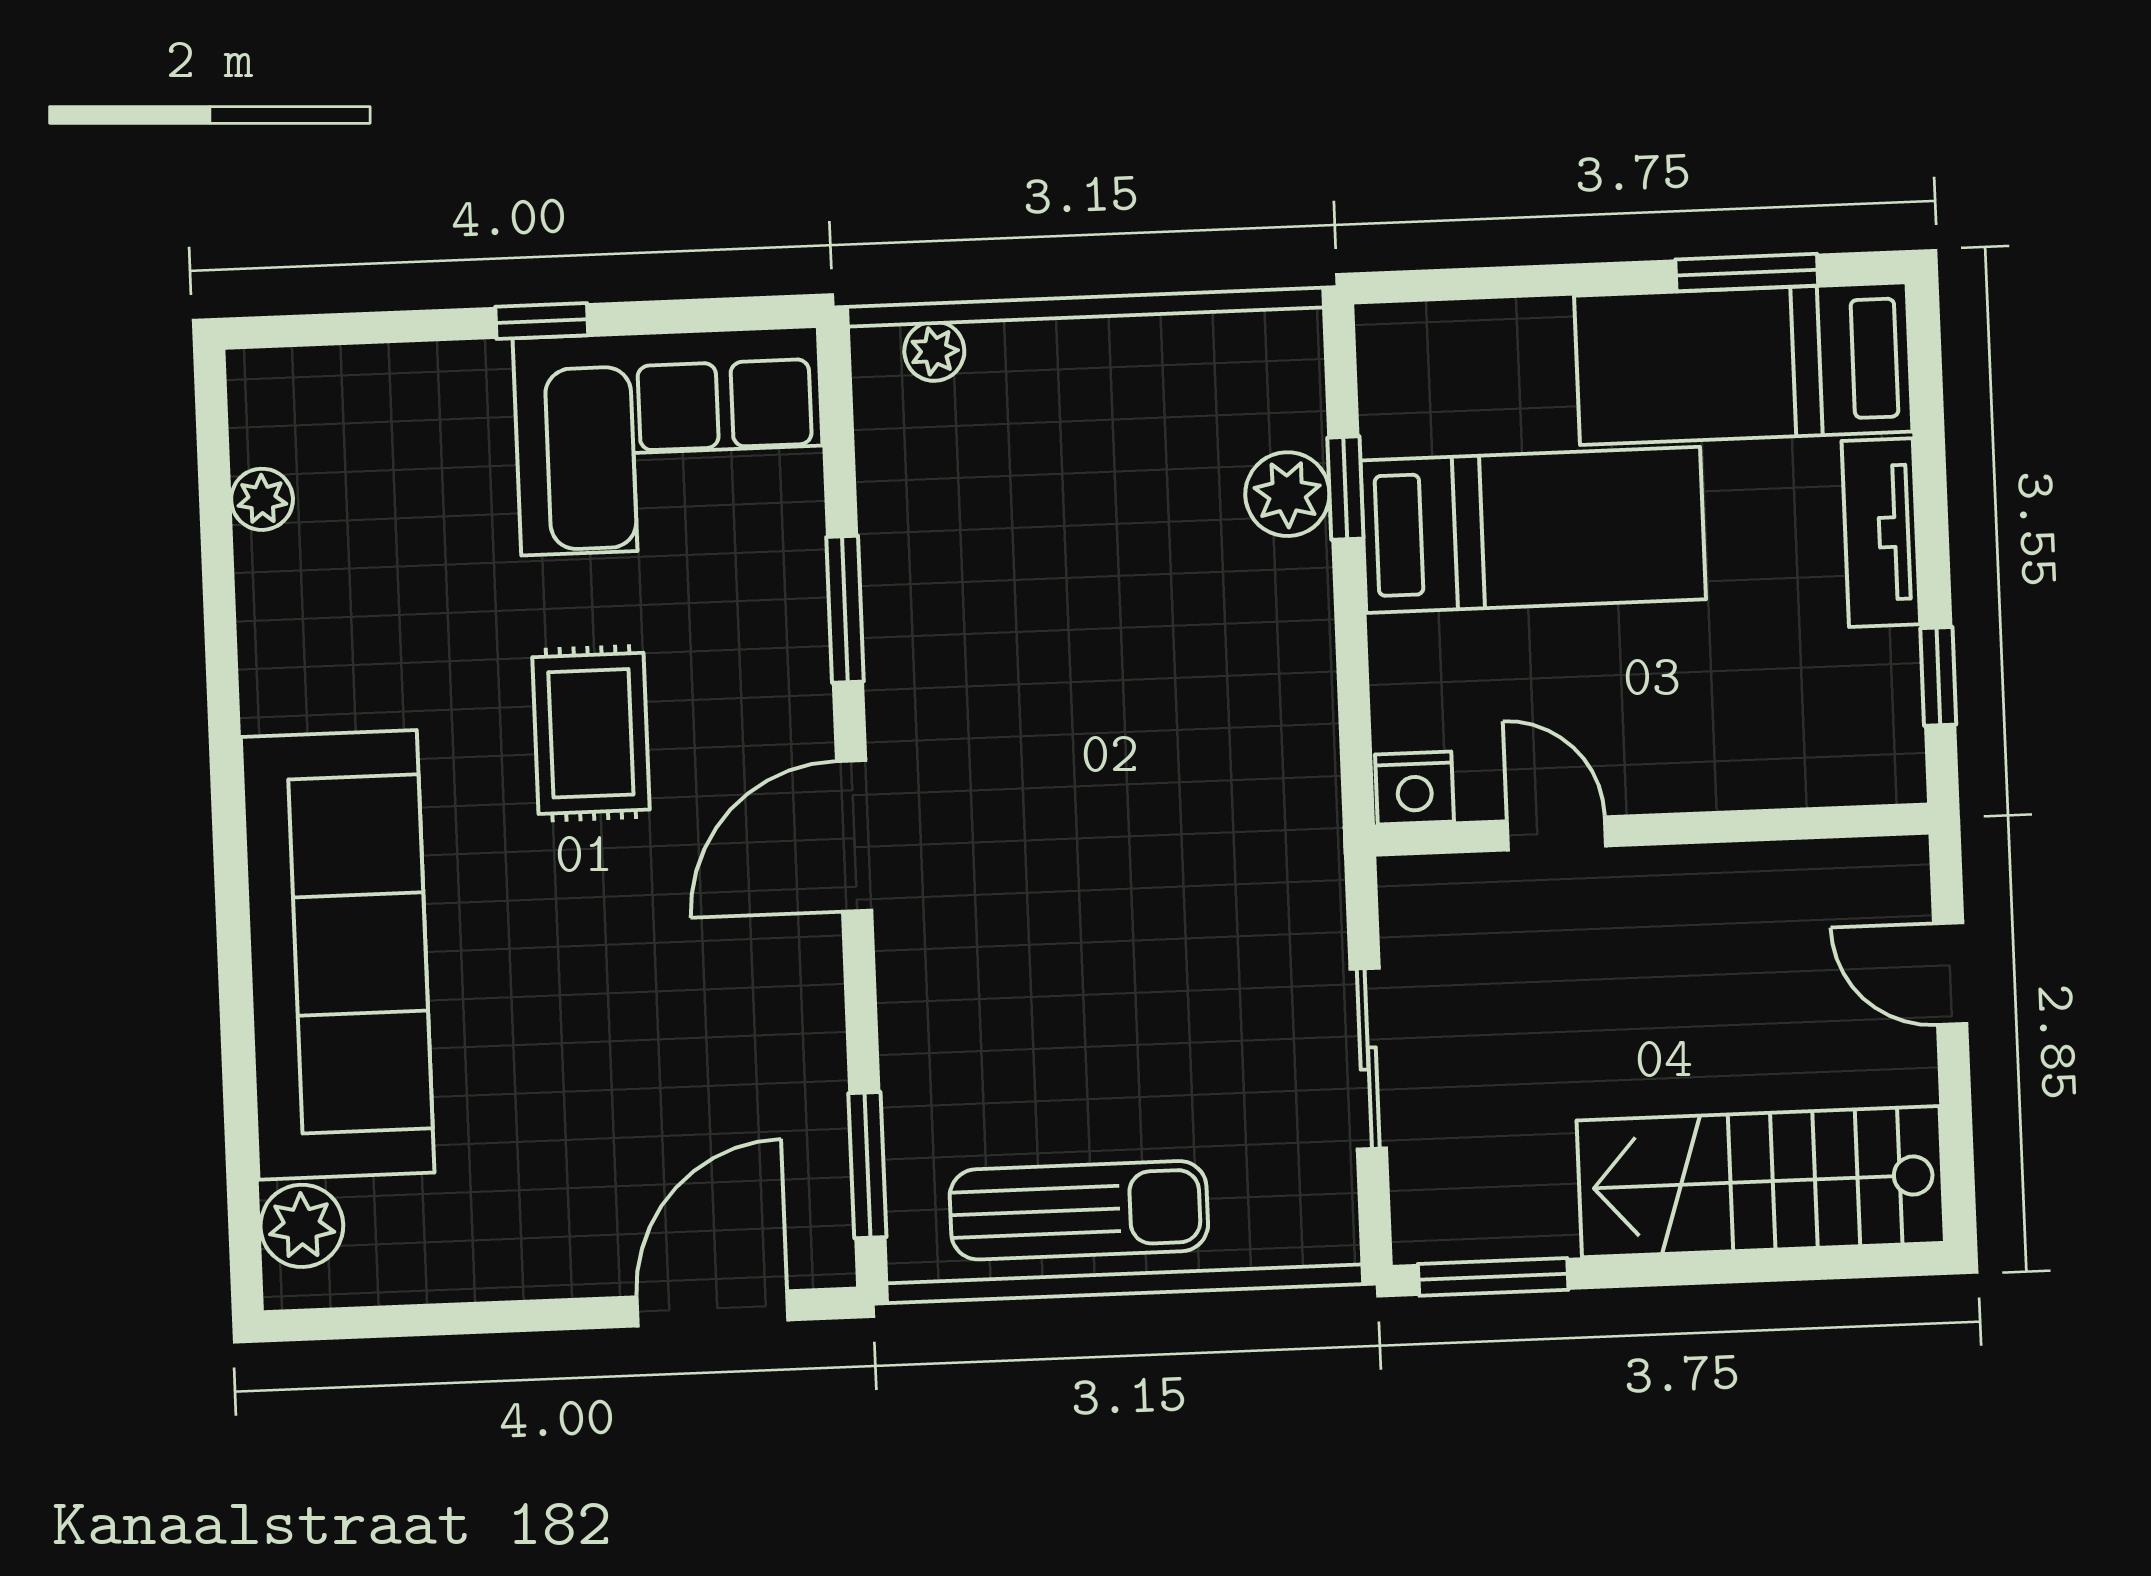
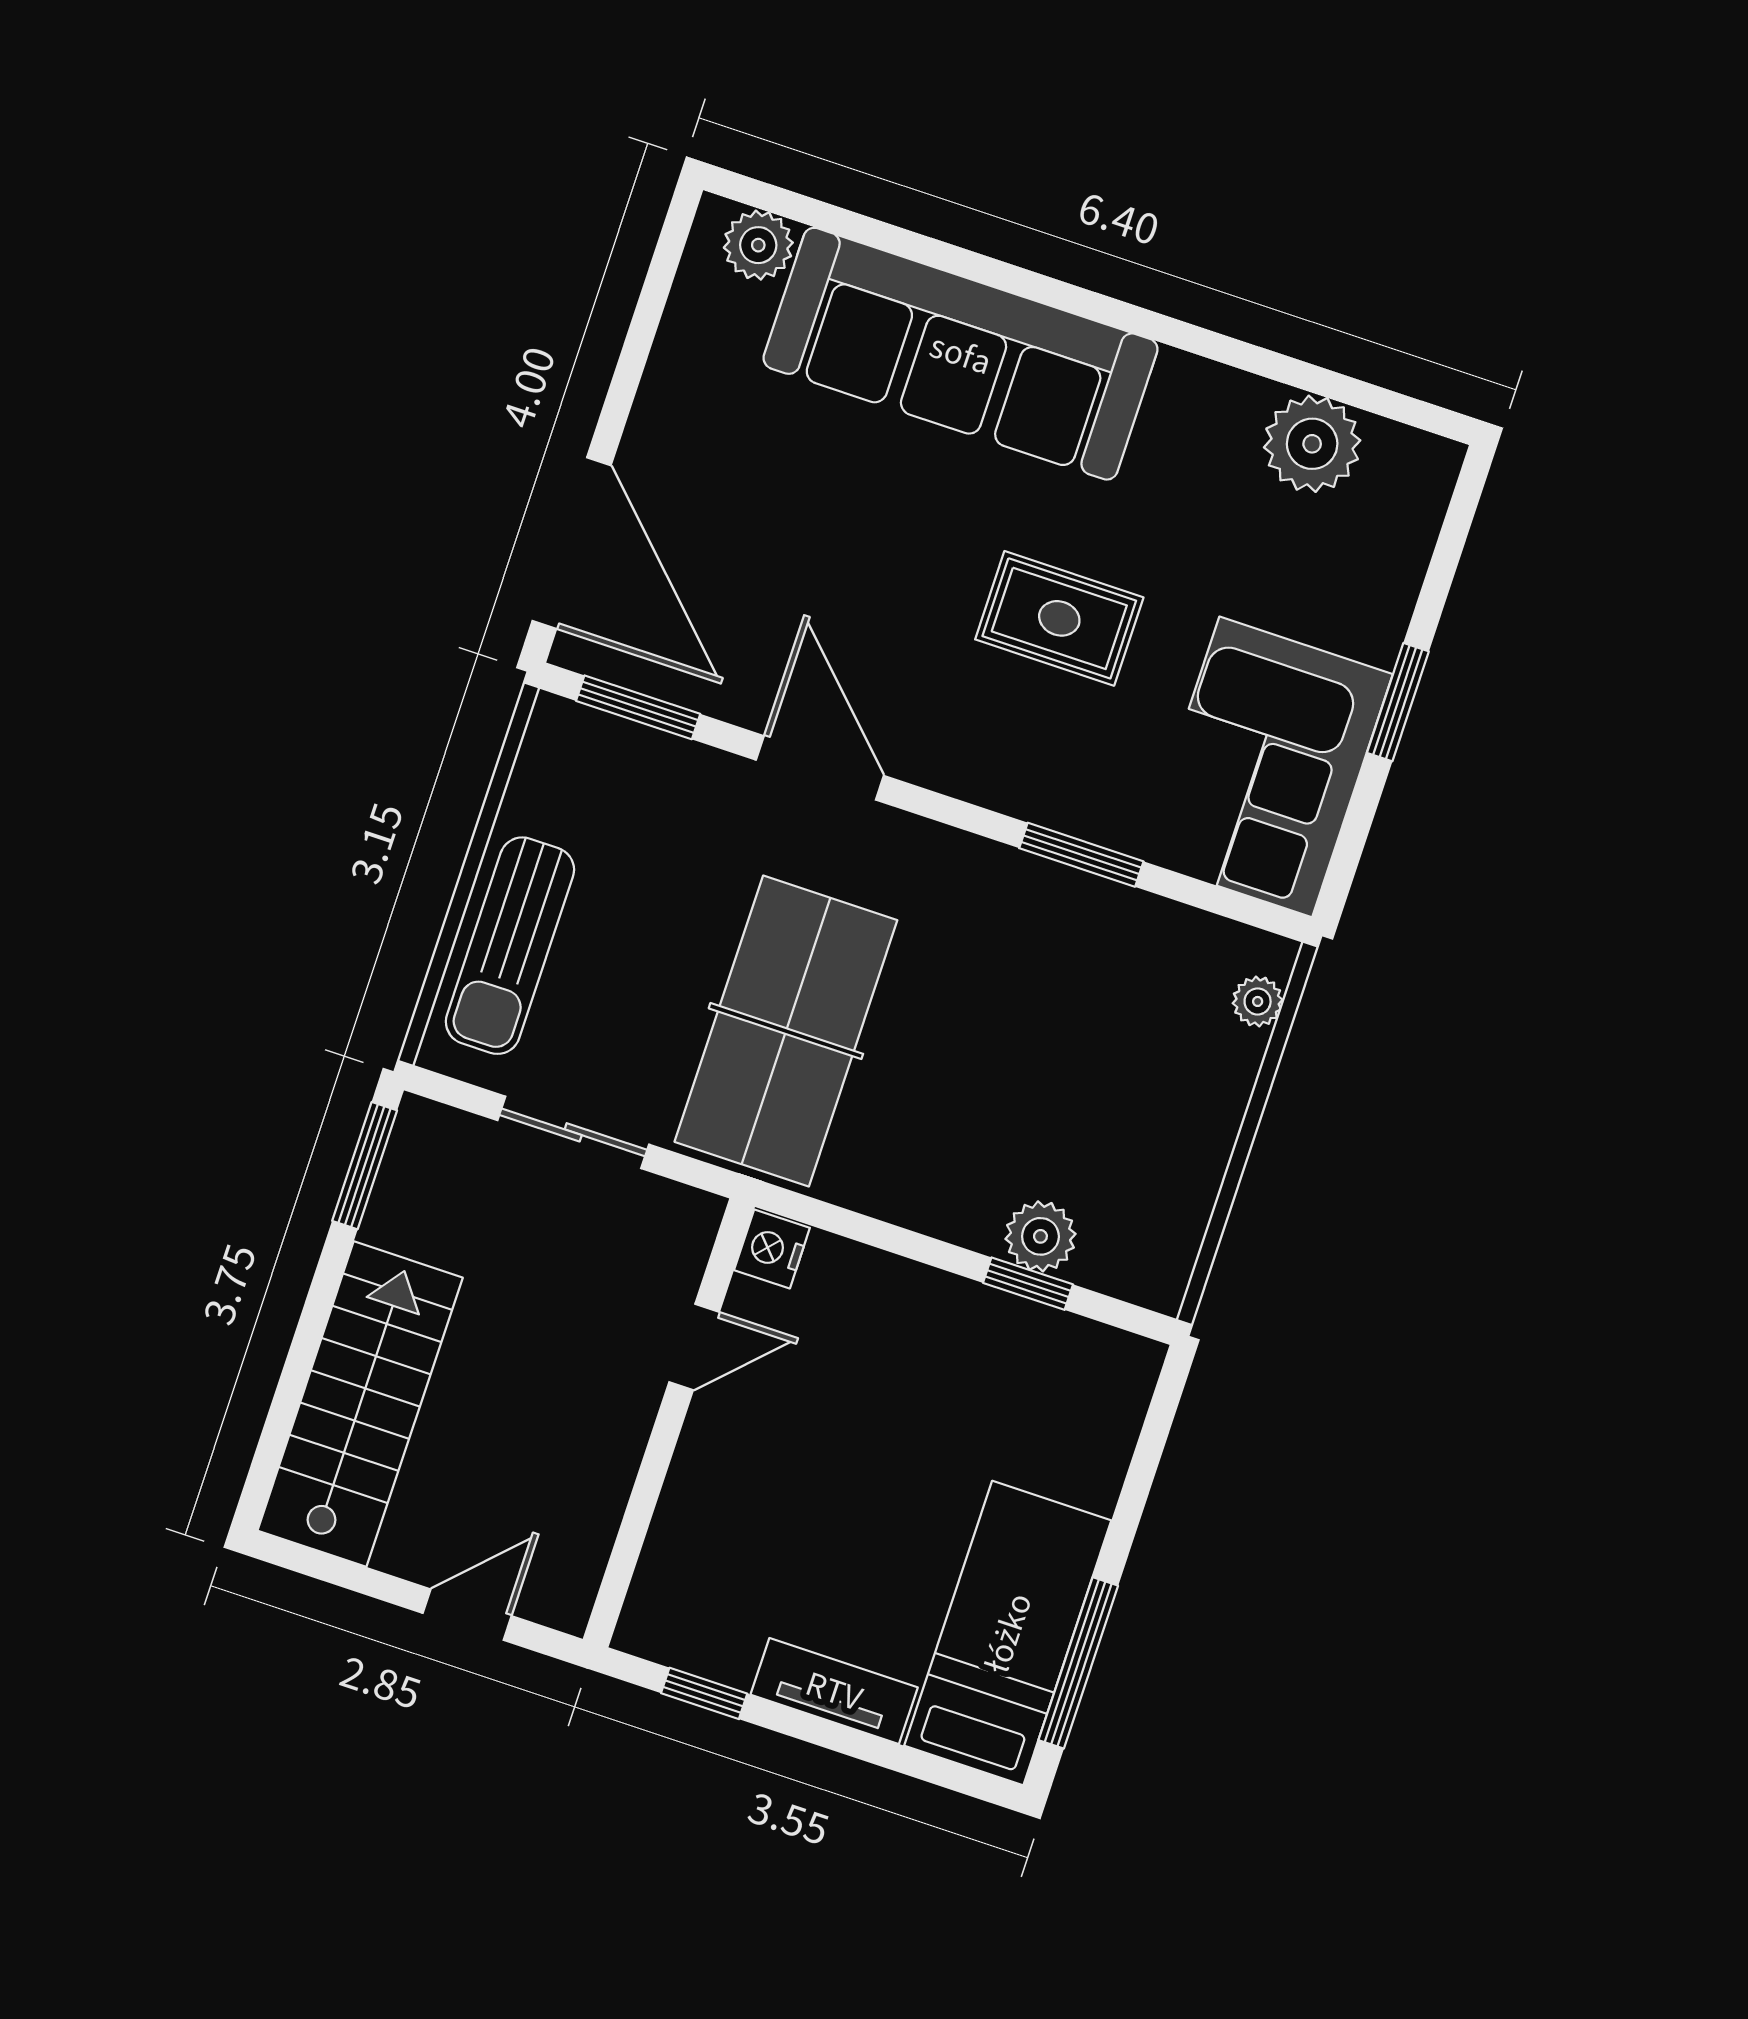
window: (1747, 273) -> (1078, 1663), width x1.44
window: (542, 321) -> (1398, 702), width x1.50
plant: (262, 499) -> (1312, 444), width x1.88, depth x1.88
bed: (1533, 530) -> (940, 1419), removed
door: (854, 836) -> (820, 768), moved
table tennis table: (1166, 864) -> (786, 1031), added
sun lounger: (1079, 1210) -> (510, 946), moved
door: (712, 1308) -> (572, 543), width x1.36

